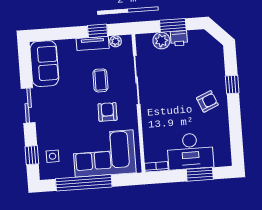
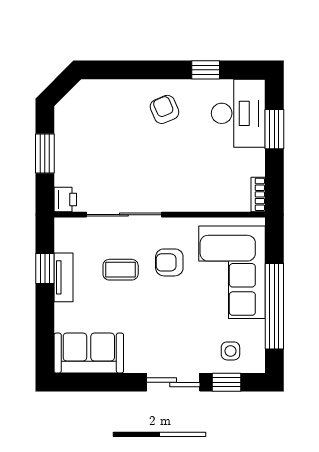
printer: (179, 38) -> (65, 199), moved
plant: (116, 41) -> (63, 242), removed
plant: (161, 41) -> (67, 173), removed
window: (232, 84) -> (206, 70), moved
sliding door: (28, 105) -> (173, 382), moved
desk: (190, 151) -> (238, 113), moved

